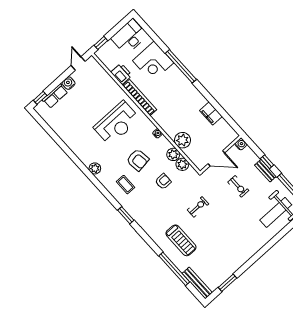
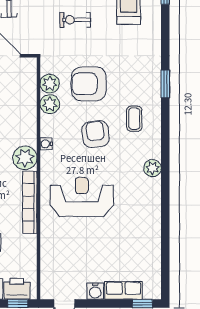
printer: (121, 74) -> (17, 289), moved, turned 90
plant: (182, 140) -> (25, 158), moved
armchair: (163, 181) -> (89, 84), width x1.88, depth x1.88

